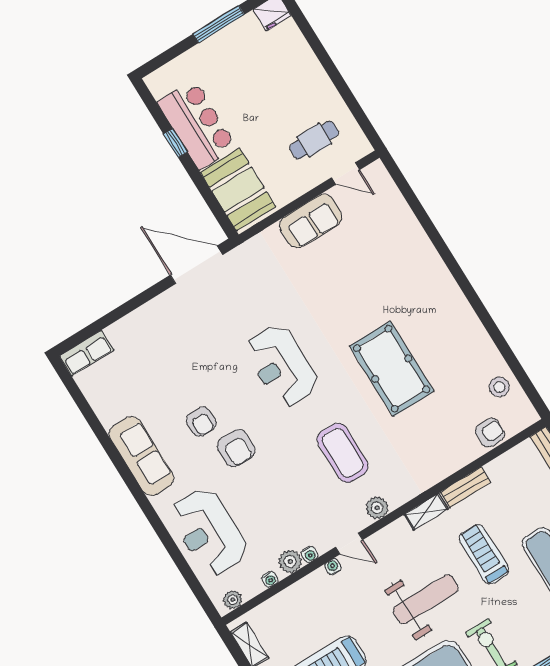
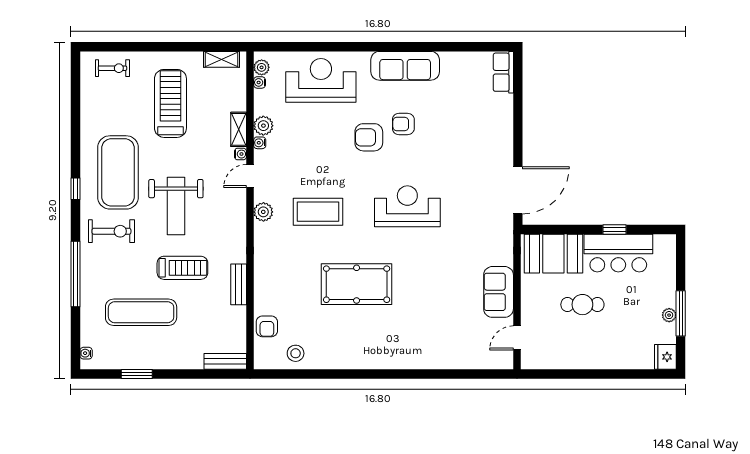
plant: (228, 35) -> (669, 315), added
cafe table: (314, 140) -> (582, 305), moved, turned 90
shelving: (426, 512) -> (239, 129), moved
water cooler: (270, 579) -> (260, 82), moved

